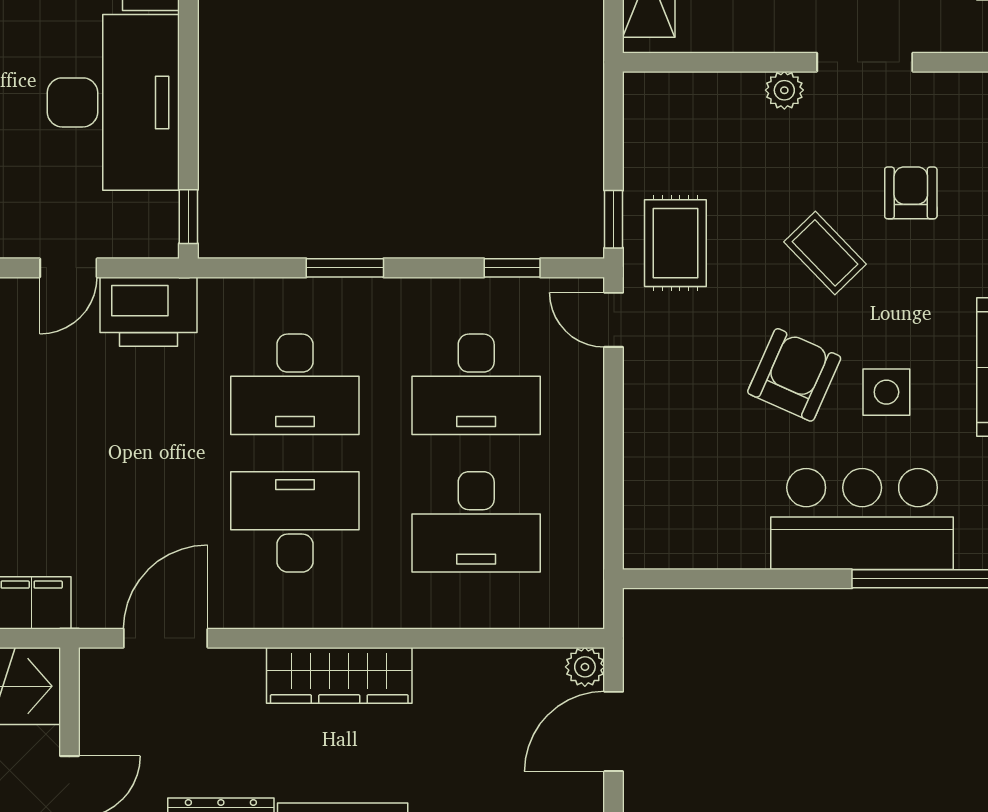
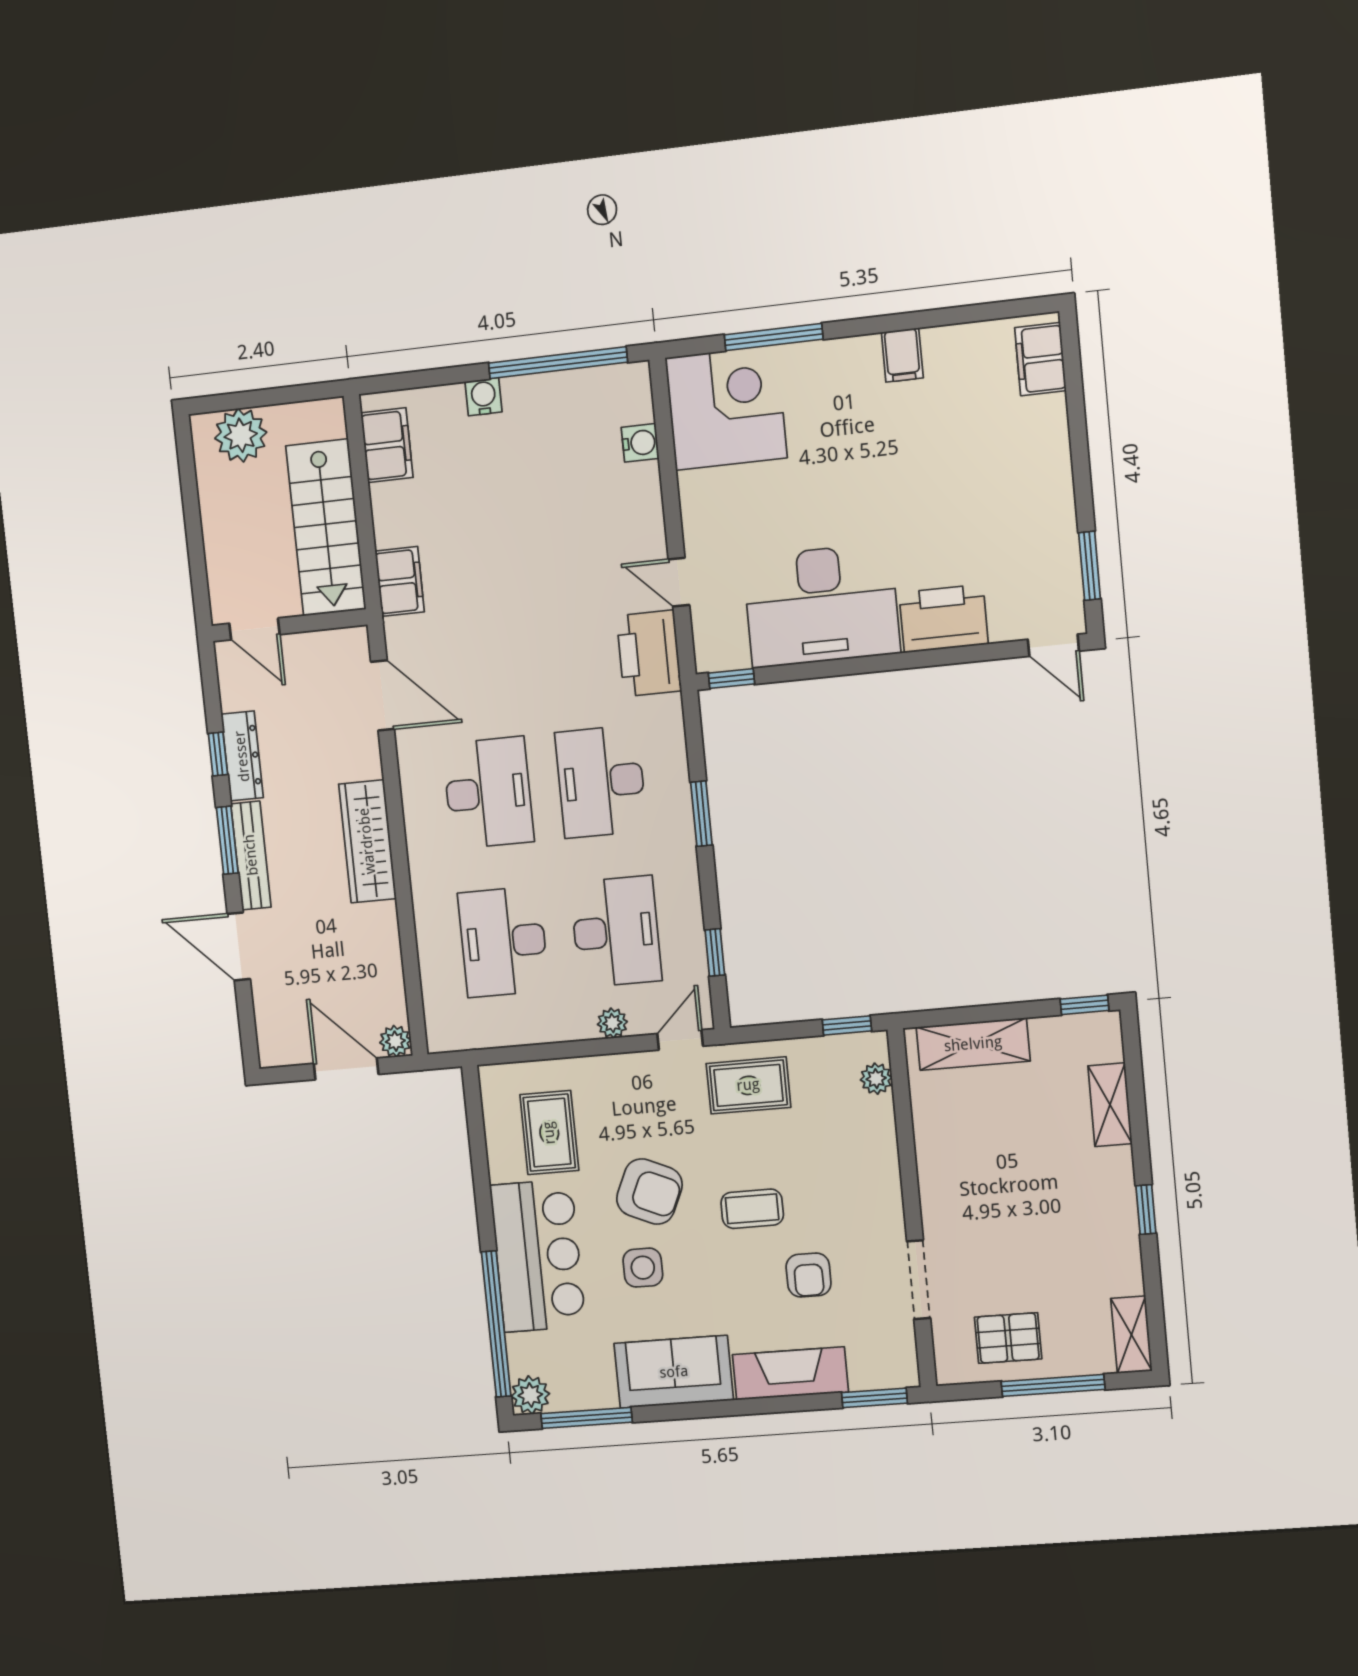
doorway: (865, 62) -> (919, 1280), moved
plant: (784, 90) -> (876, 1079), moved
armchair: (911, 193) -> (809, 1275), turned 90
window: (614, 219) -> (847, 1025), moved
coffee table: (825, 253) -> (752, 1209), turned 44
desk: (476, 384) -> (616, 932), turned 180
plant: (586, 399) -> (612, 1023), added
rug: (712, 490) -> (549, 1133), added

